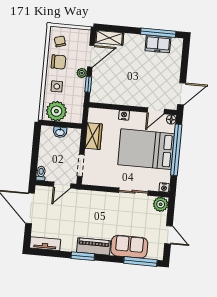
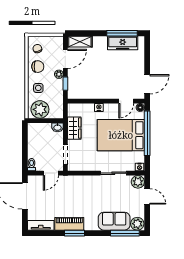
freezer: (158, 44) -> (123, 43), width x1.40
washbasin: (60, 132) -> (58, 127), moved
door: (168, 235) -> (147, 196), moved
piano: (94, 246) -> (69, 224), moved
plant: (155, 252) -> (137, 224), added

